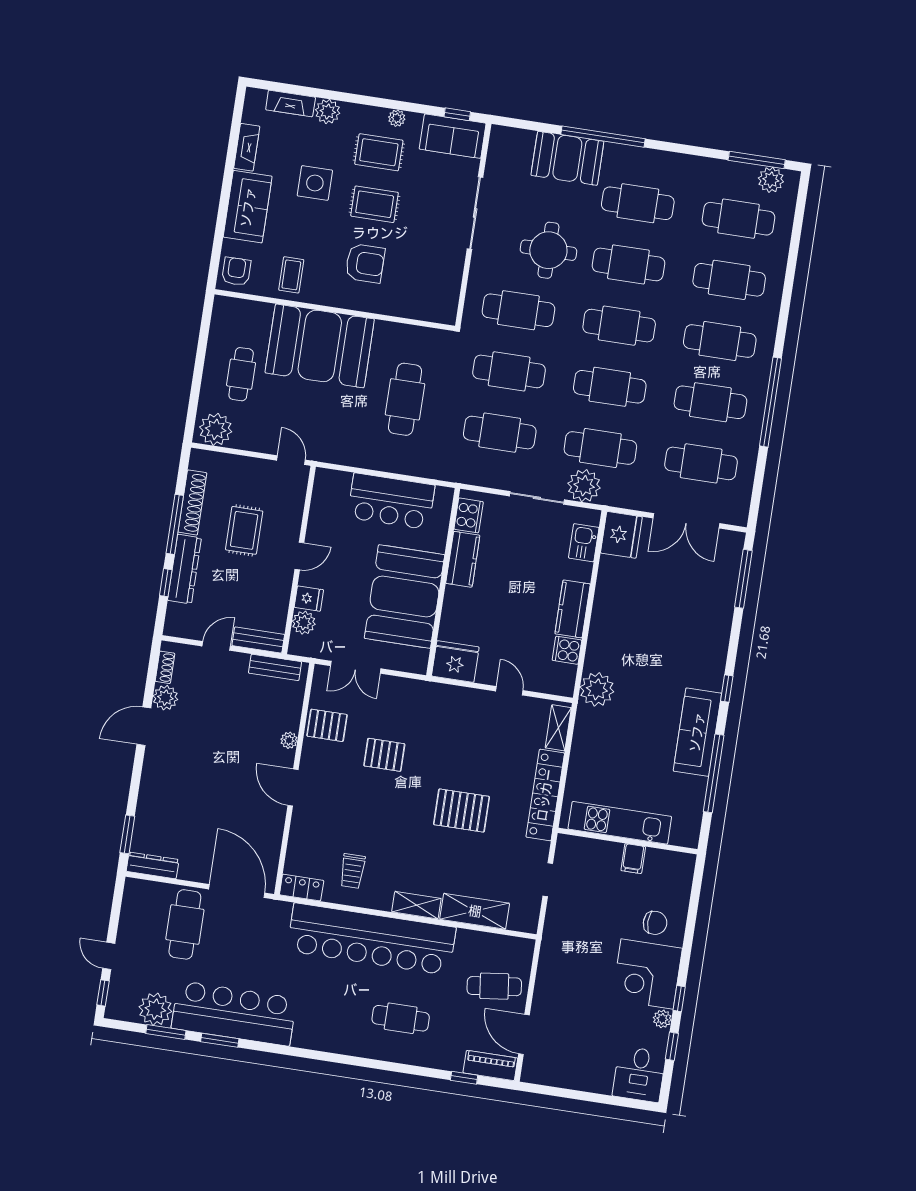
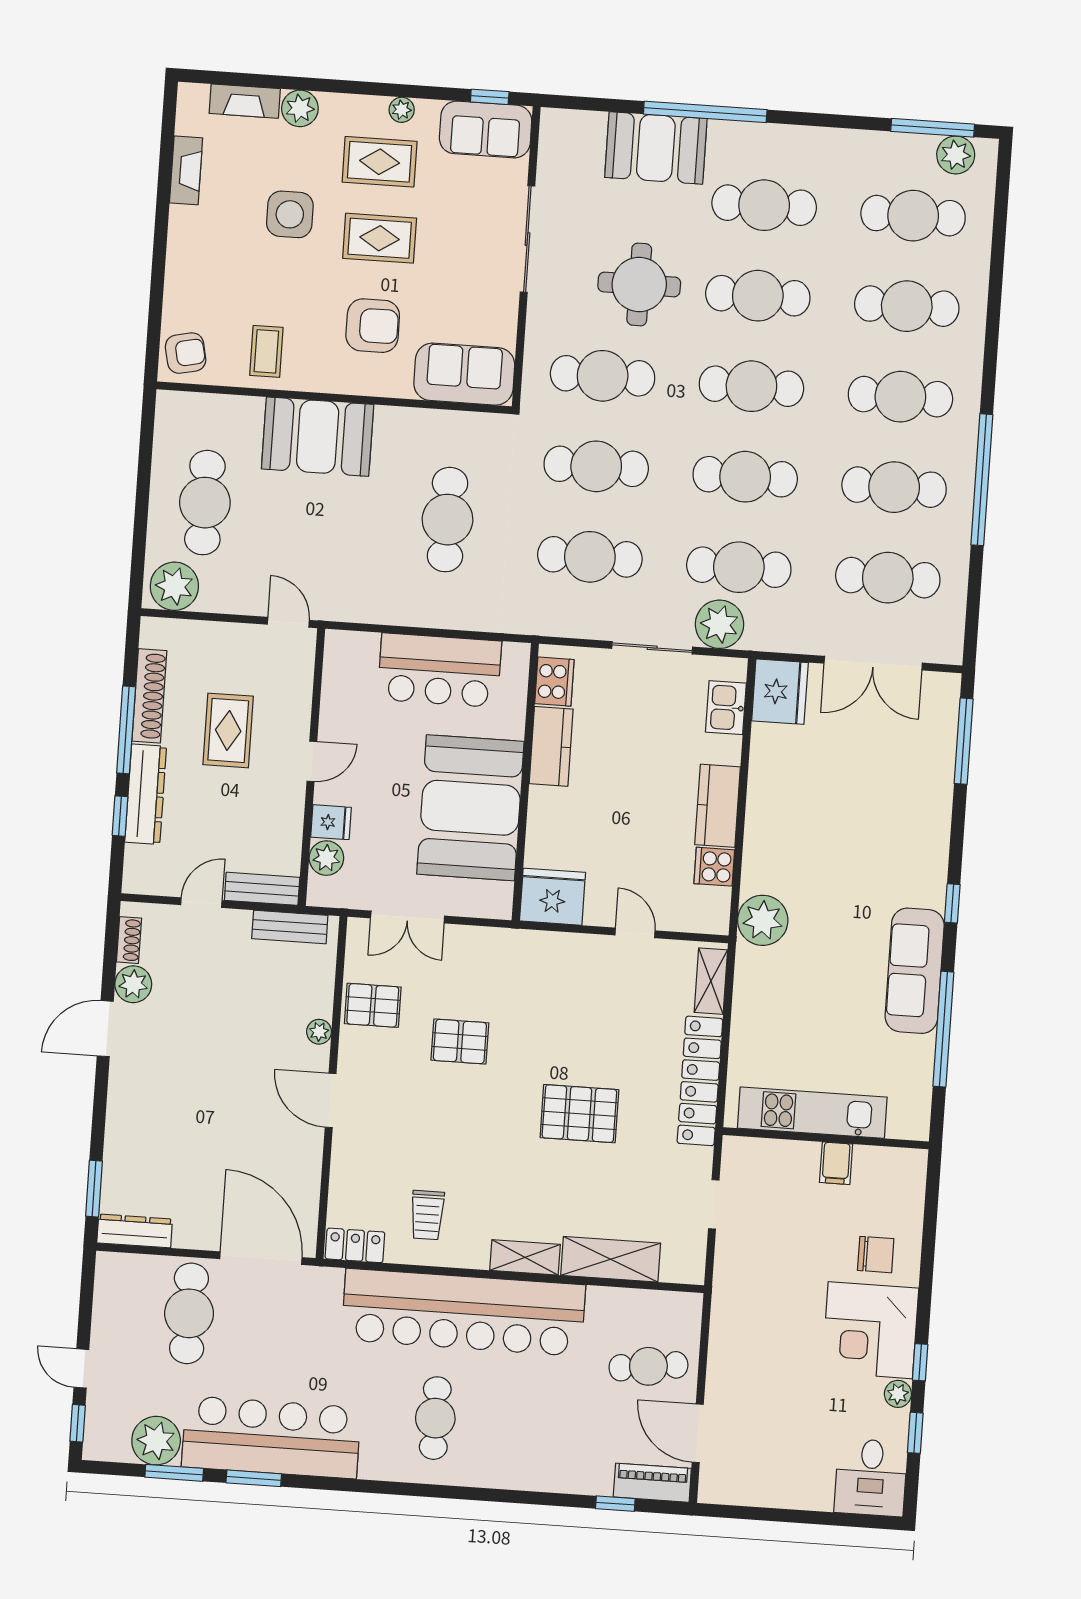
sofa: (248, 207) -> (464, 374), moved, turned -90
armchair: (236, 271) -> (186, 353), turned 78
booth: (320, 346) -> (318, 437), width x0.73, depth x0.70
cafe table: (241, 374) -> (205, 503), width x1.37, depth x1.35
cafe table: (401, 1018) -> (435, 1418), moved, turned 90

